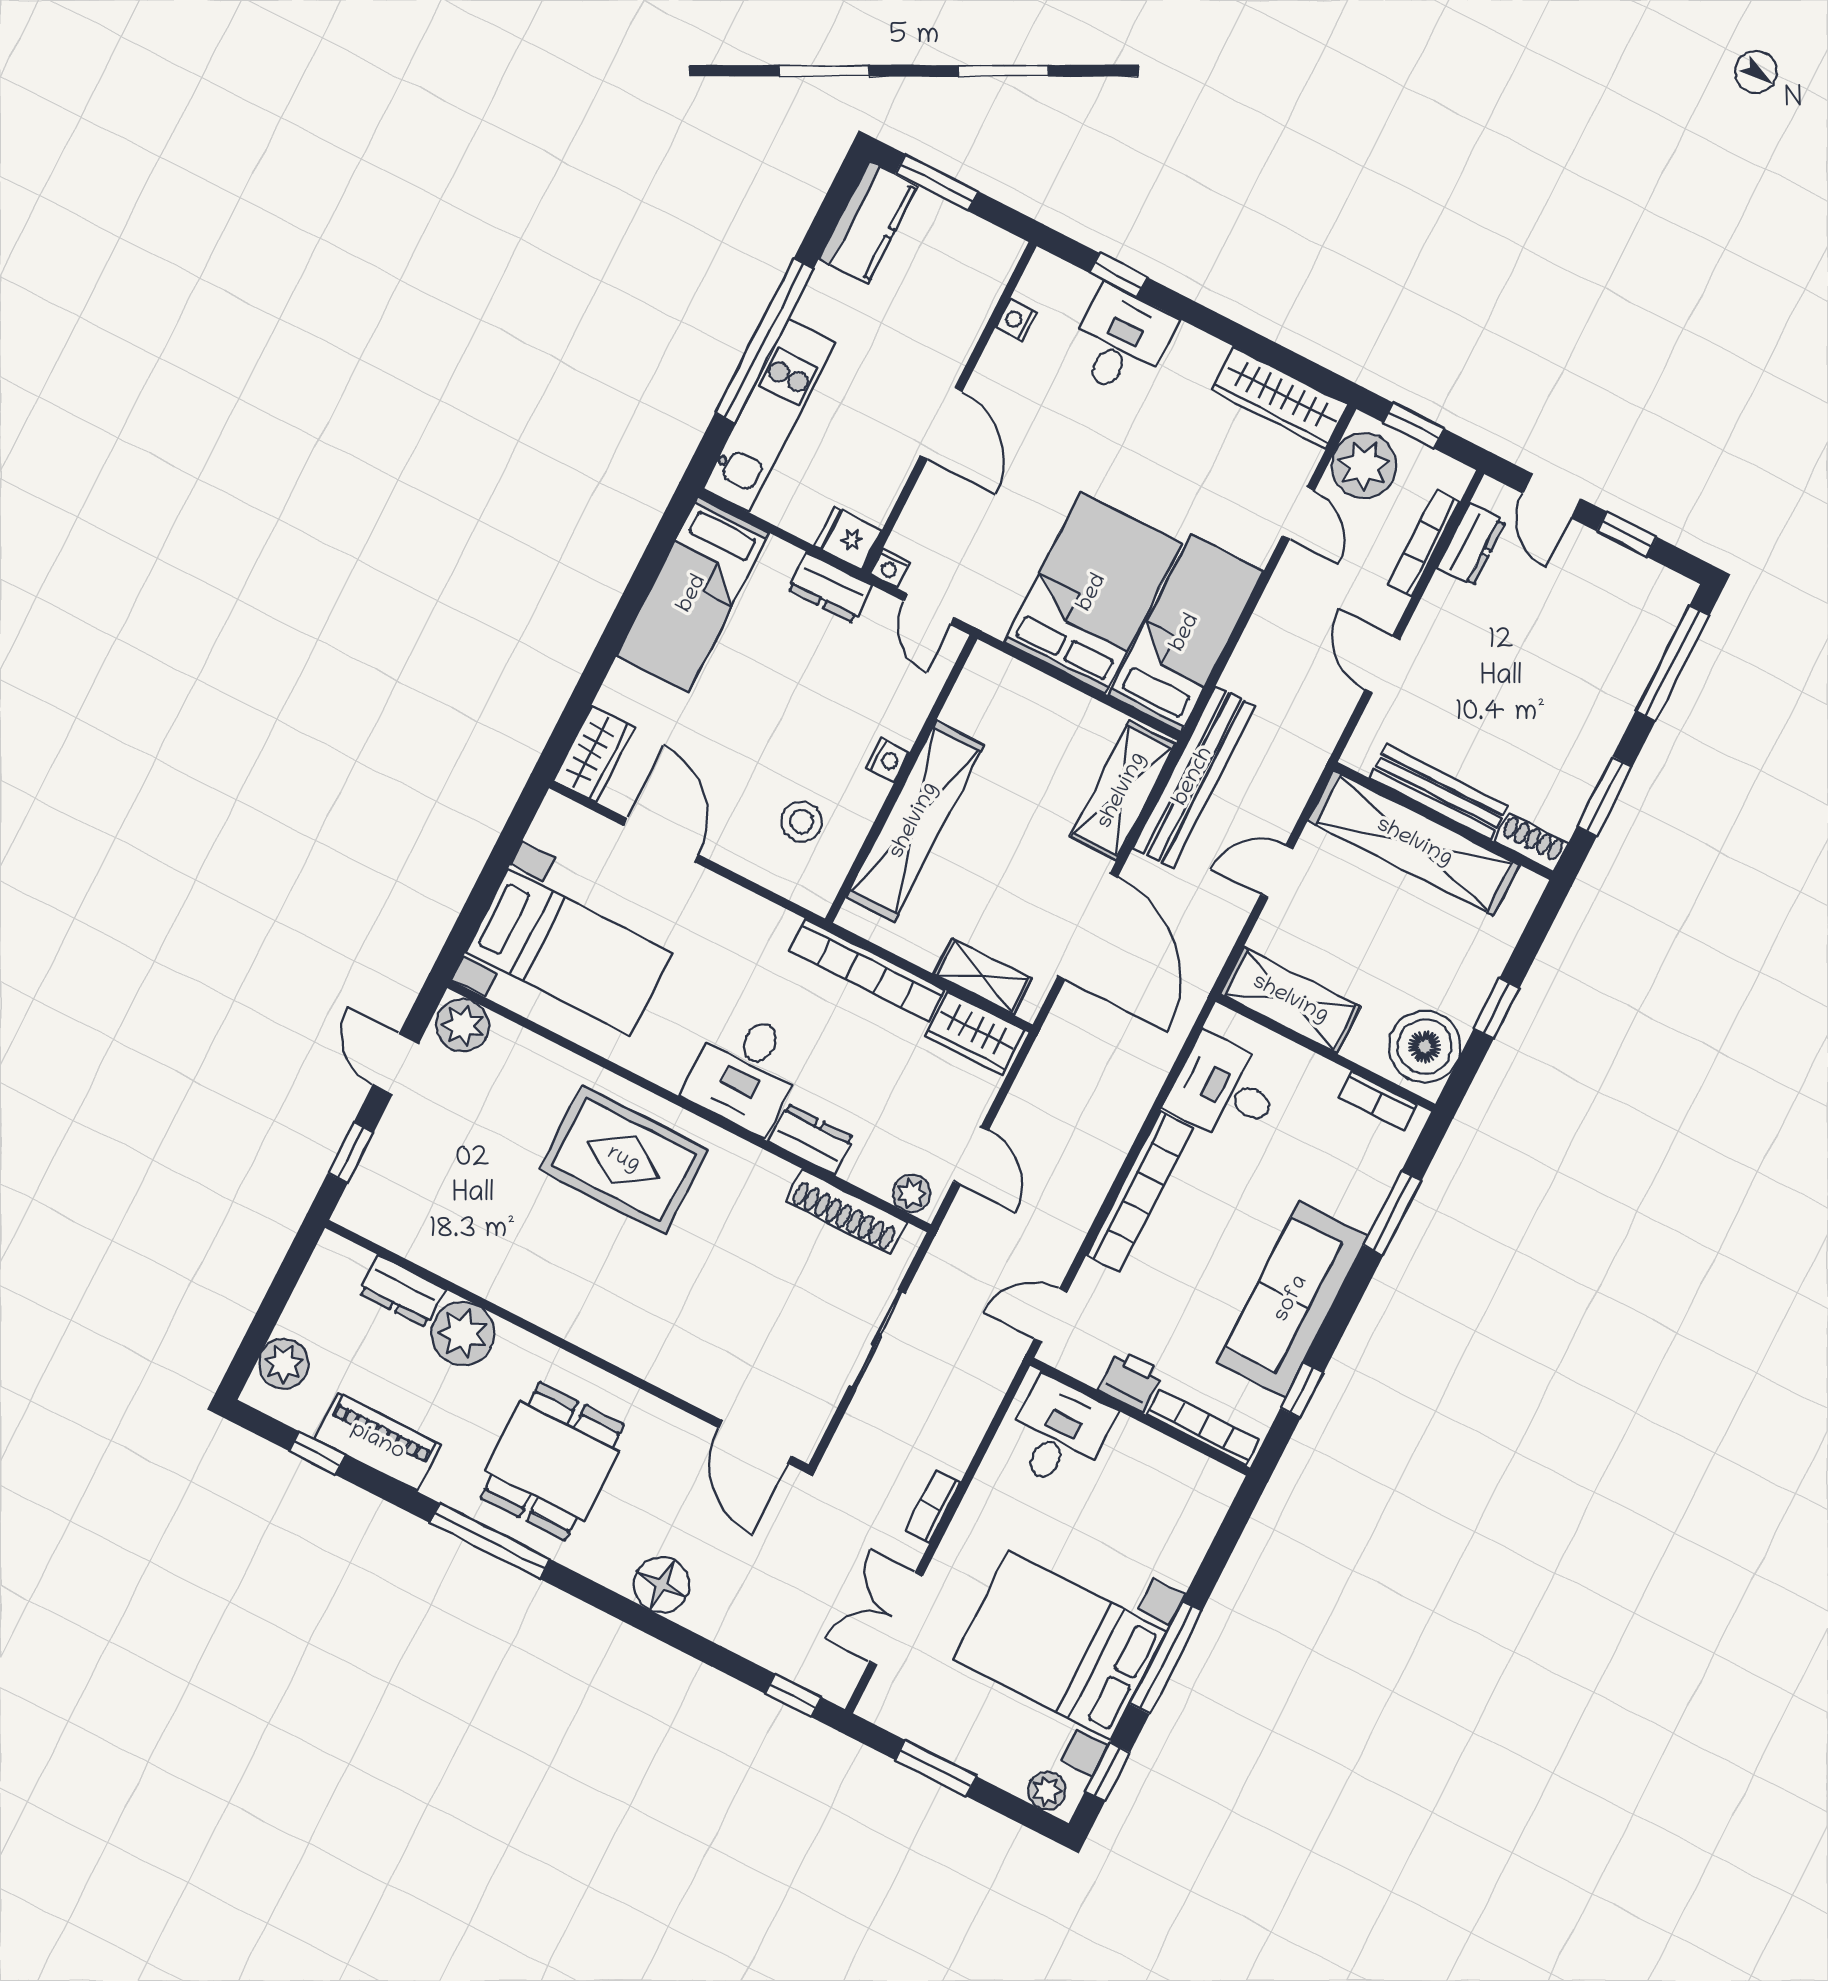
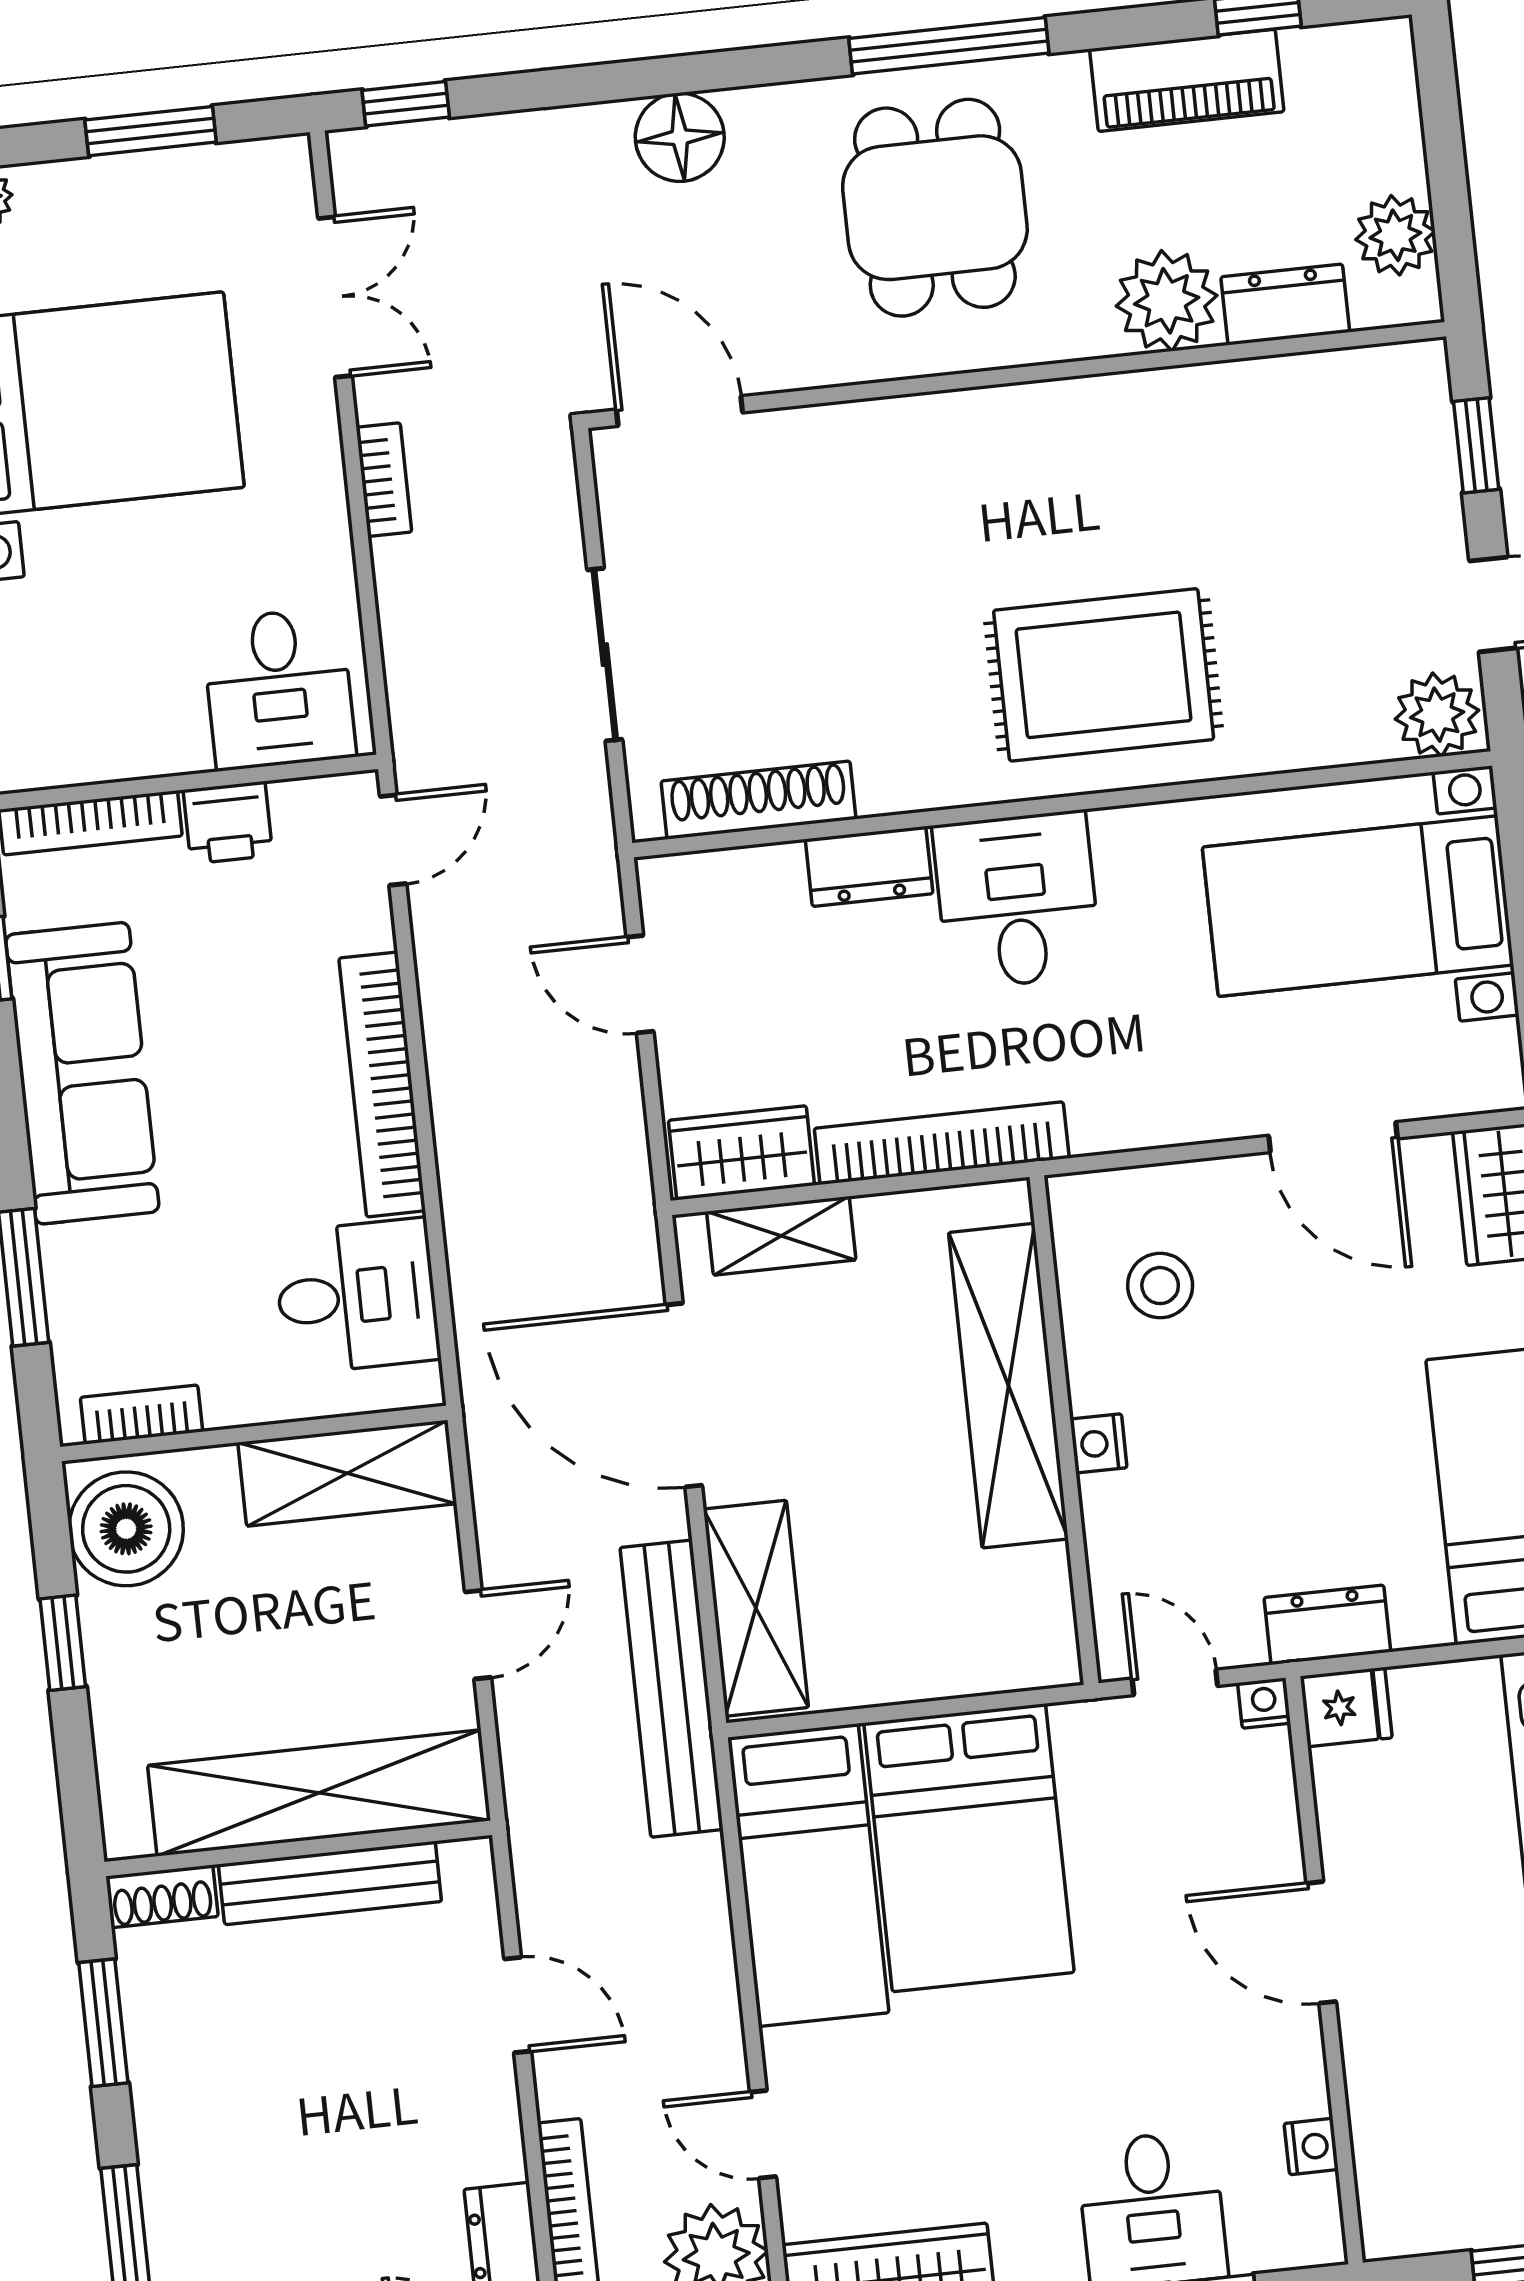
plant: (912, 1193) -> (687, 882), removed
plant: (284, 1364) -> (1395, 235), moved

